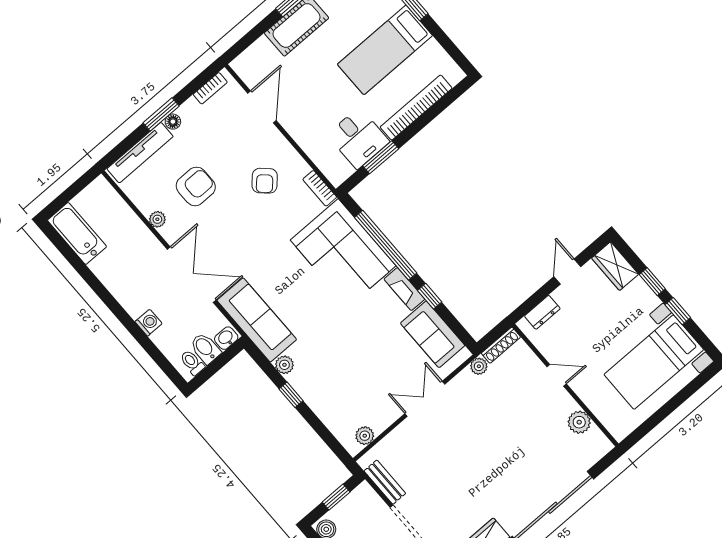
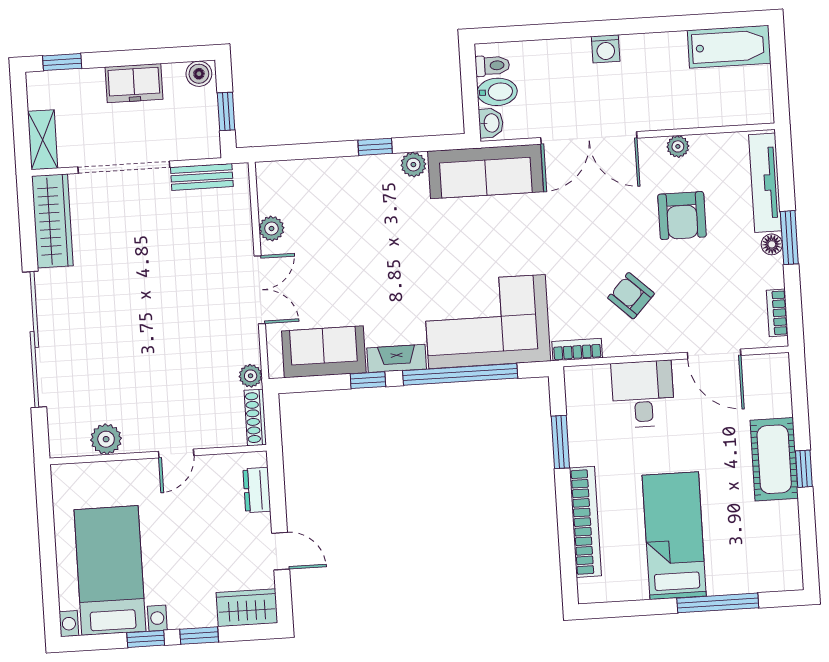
desk: (358, 138) -> (643, 394), moved, turned 90
washing machine: (148, 323) -> (606, 49), moved
plant: (365, 436) -> (272, 229), moved

